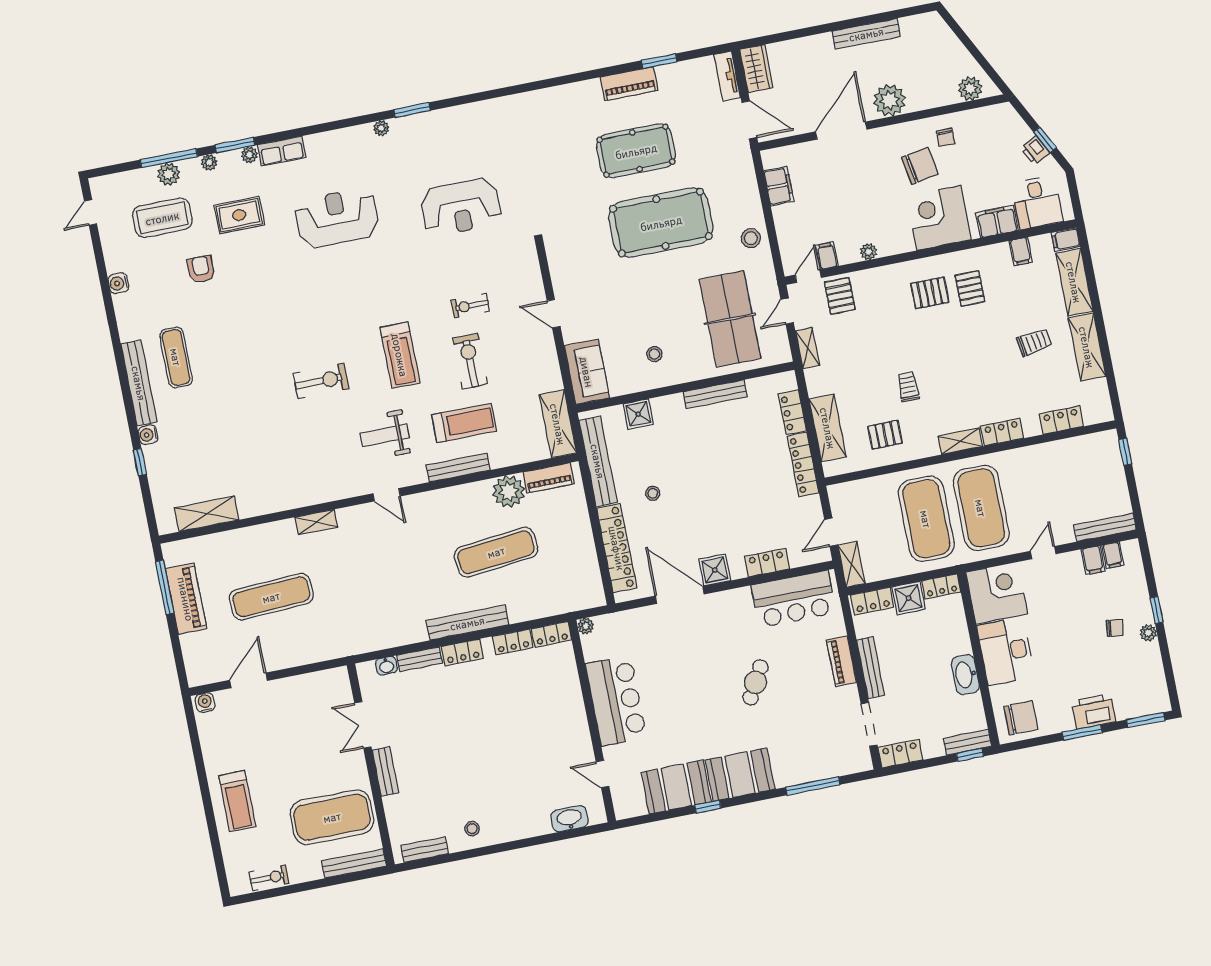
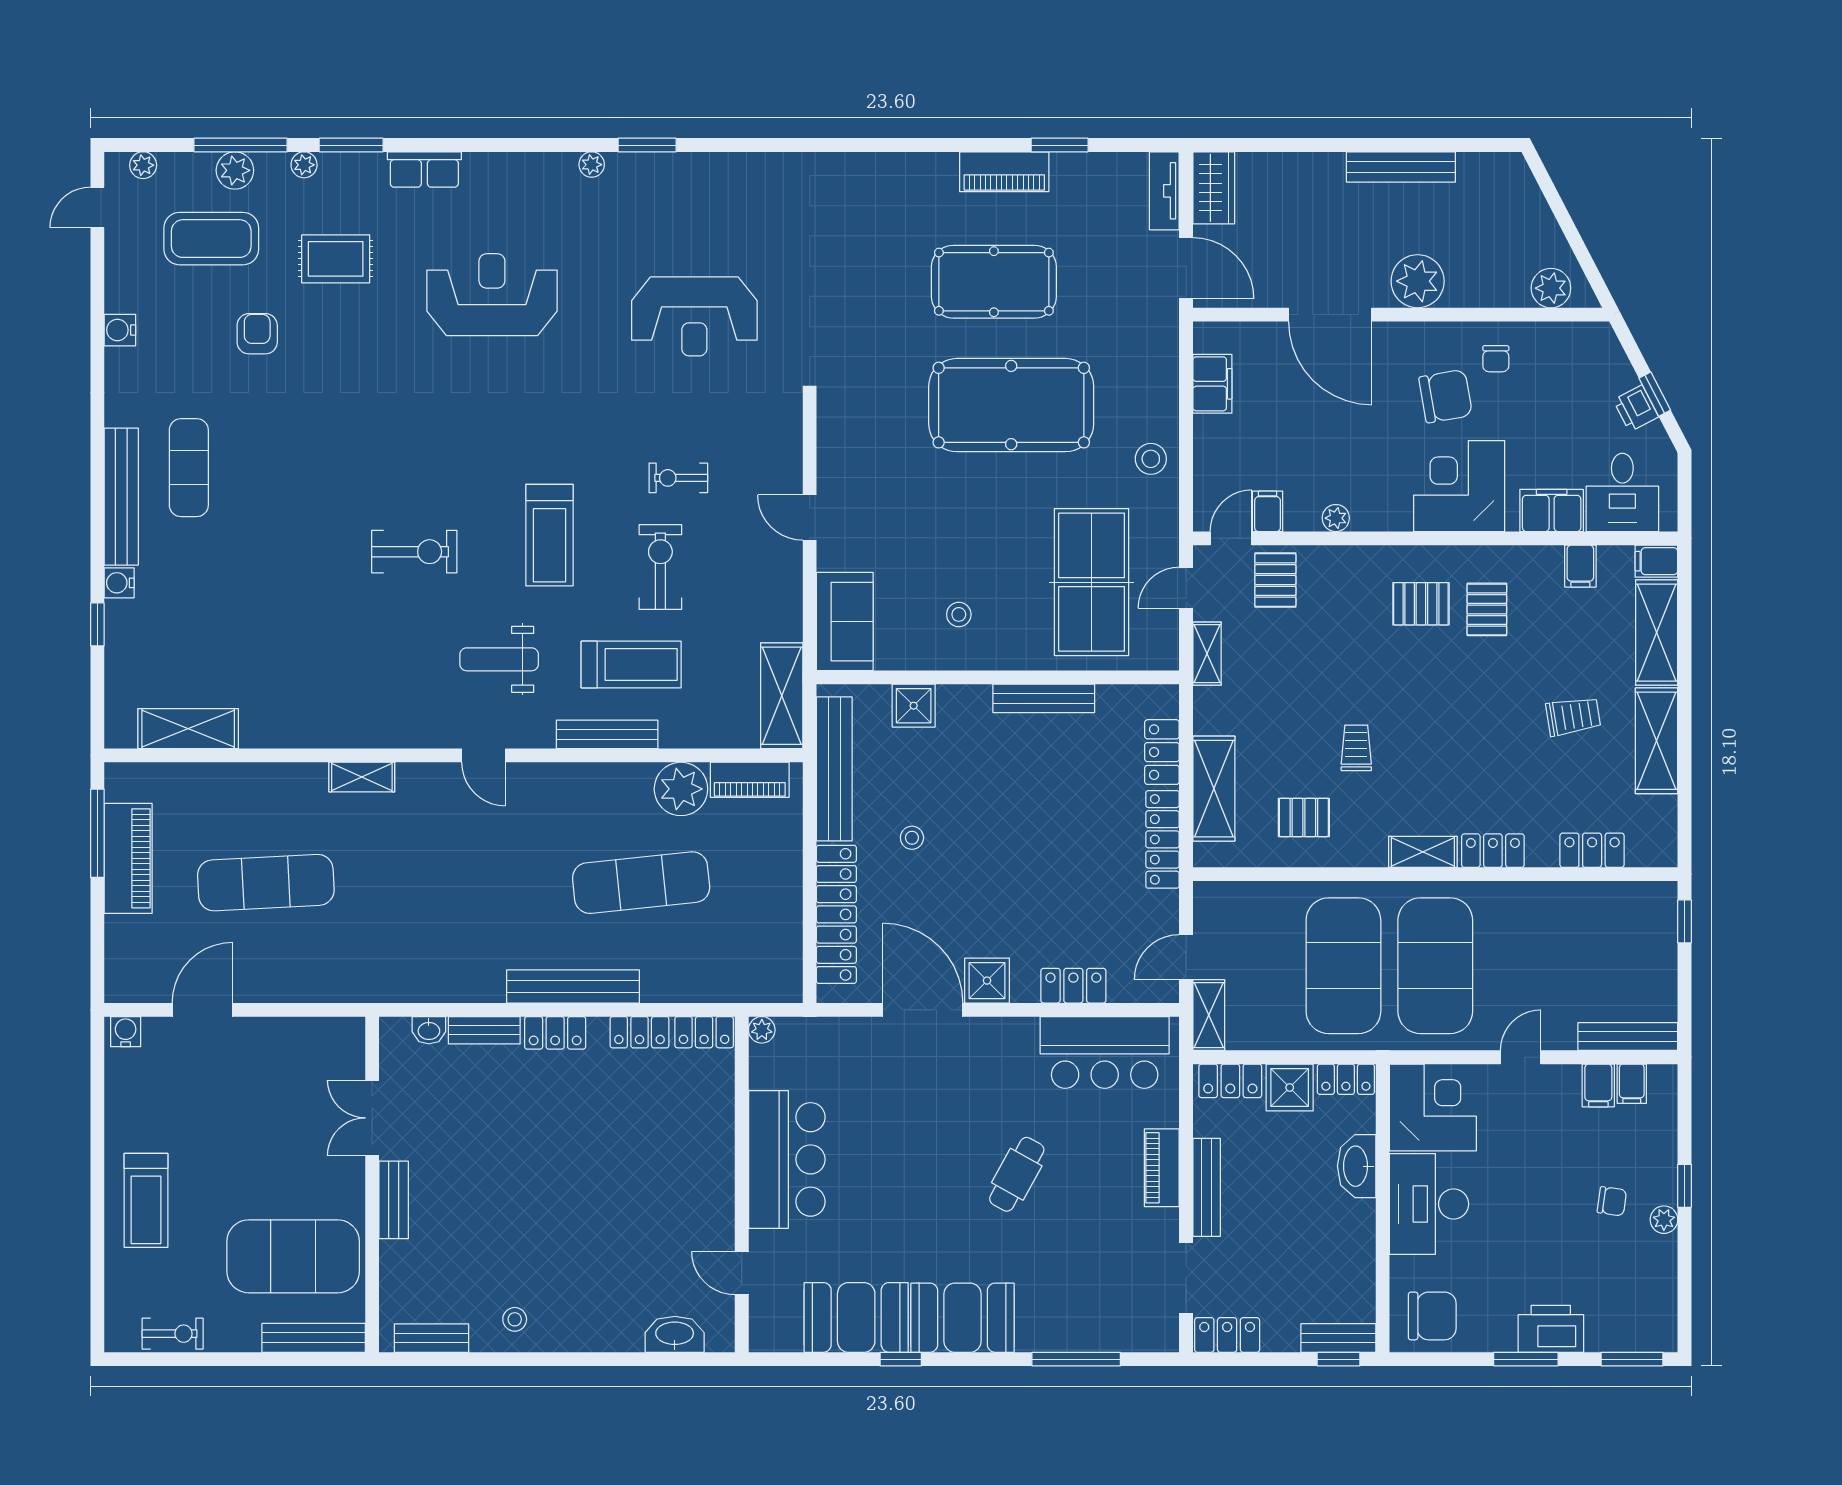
door: (841, 131) -> (1330, 315), swing flipped
plant: (249, 155) -> (143, 165), moved
washbasin: (965, 675) -> (1357, 1166), moved

